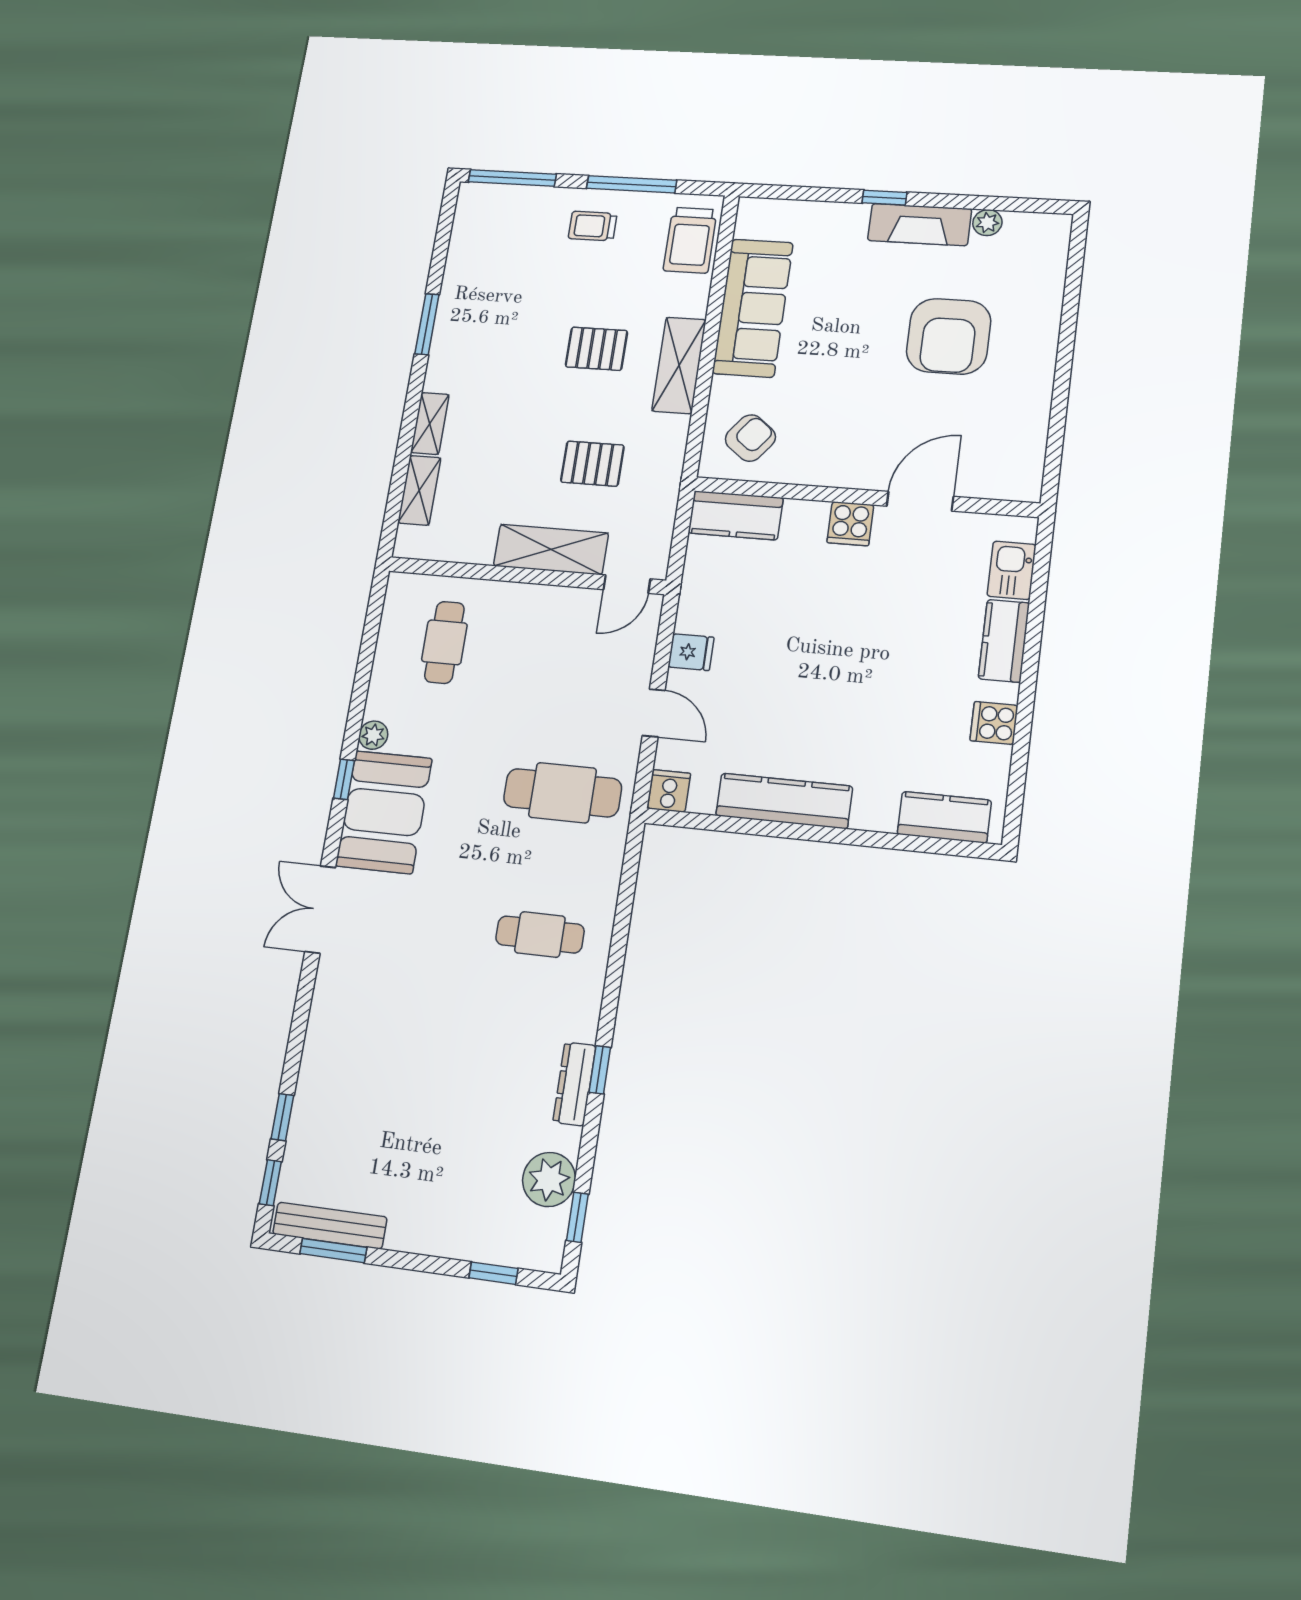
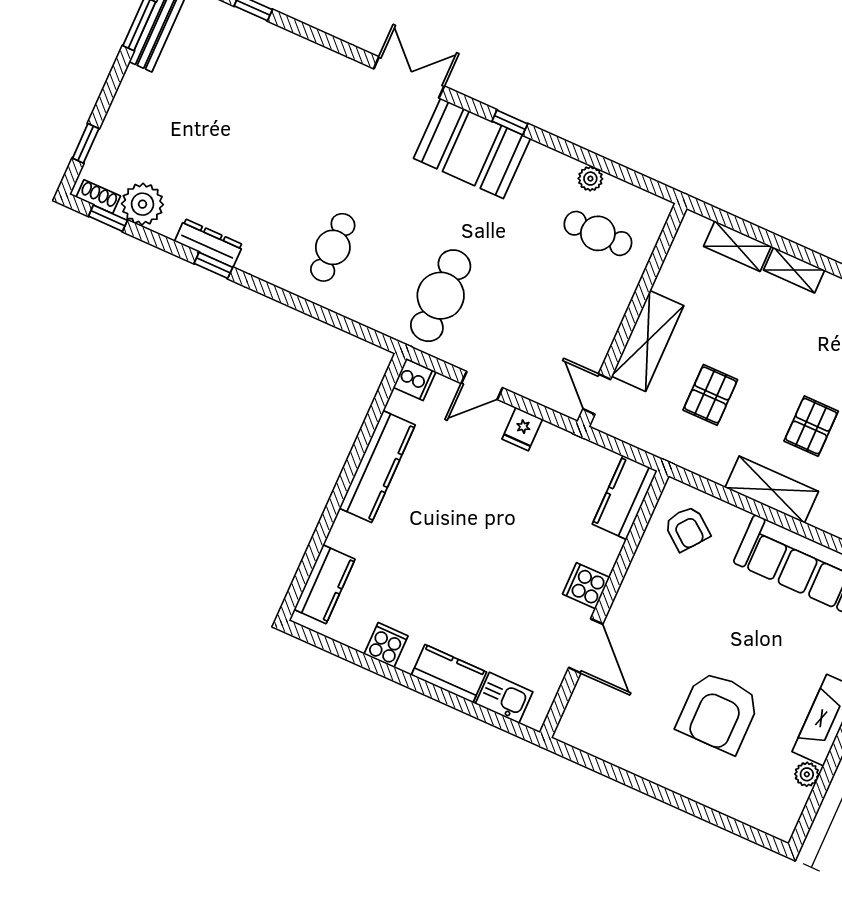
armchair: (949, 336) -> (718, 712), turned -90
plant: (373, 735) -> (590, 179), moved
shoe rack: (554, 1237) -> (98, 197), added

